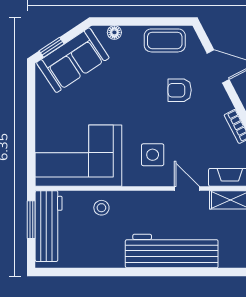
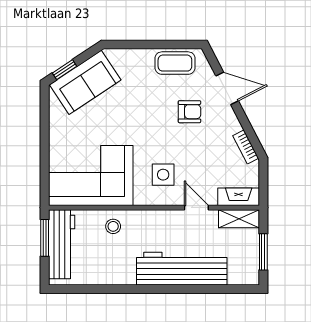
floor lamp: (114, 32) -> (126, 55), removed
armchair: (180, 90) -> (189, 112), turned 180

